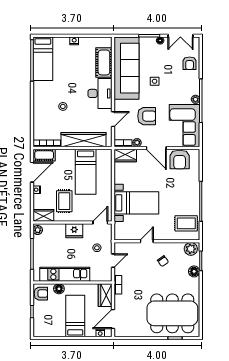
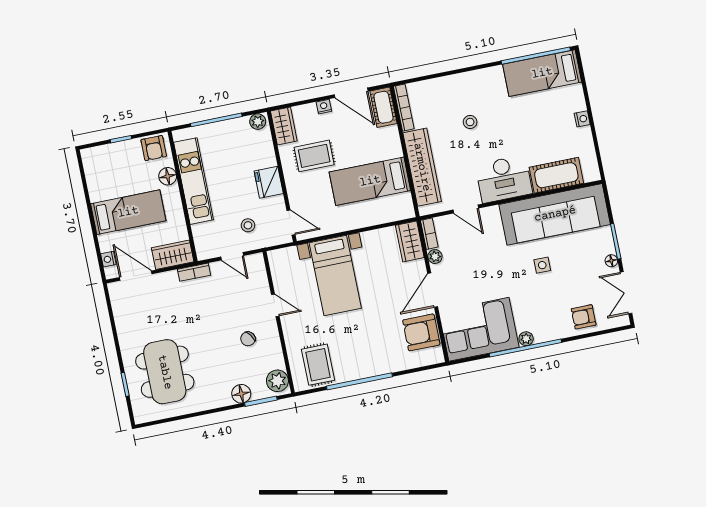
armchair: (147, 116) -> (482, 264), removed
dining table: (172, 313) -> (165, 372), width x0.73, depth x0.80

